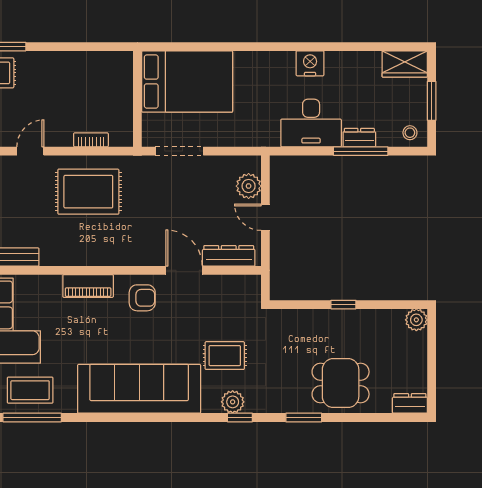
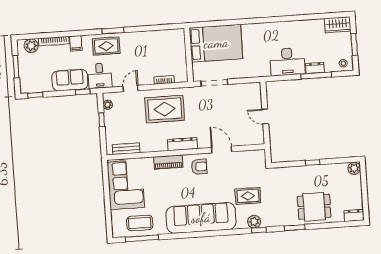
nightstand: (310, 63) -> (284, 28), removed
plant: (249, 186) -> (255, 100), removed
dresser: (229, 256) -> (182, 144), moved

